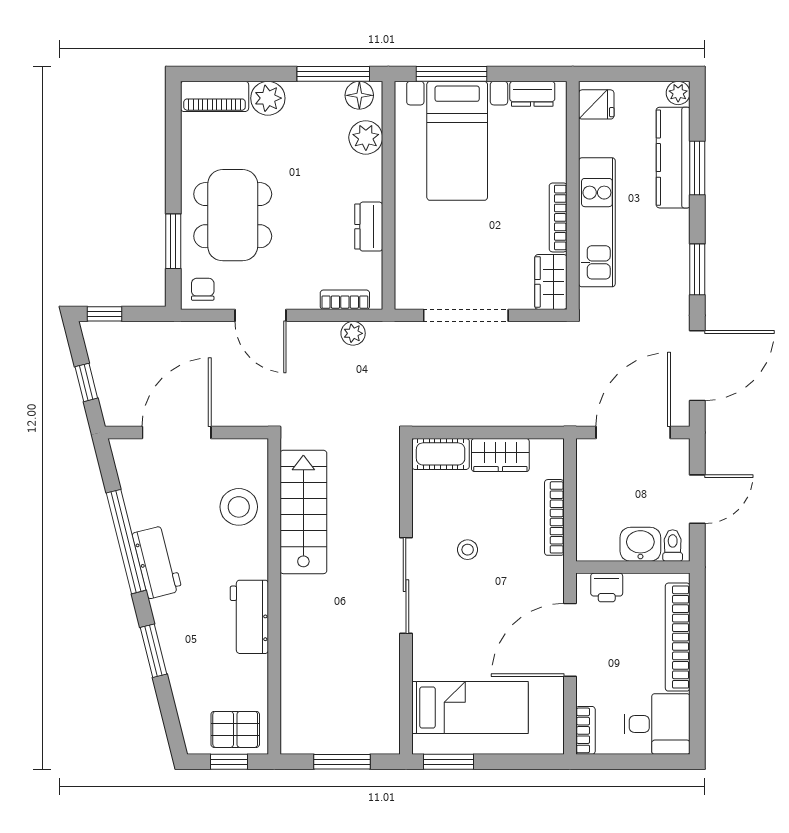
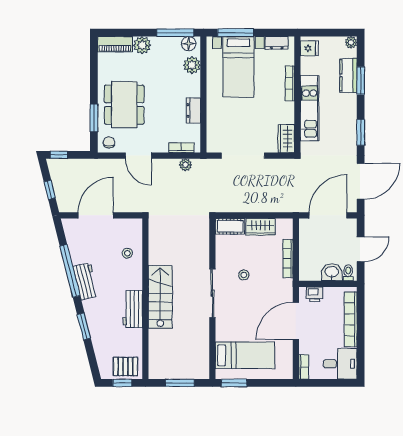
kitchen counter: (673, 158) -> (348, 75), width x0.67
bookcase: (558, 217) -> (290, 83), moved
stool: (239, 507) -> (127, 253), width x0.53, depth x0.53
stairs: (303, 512) -> (160, 297), moved

